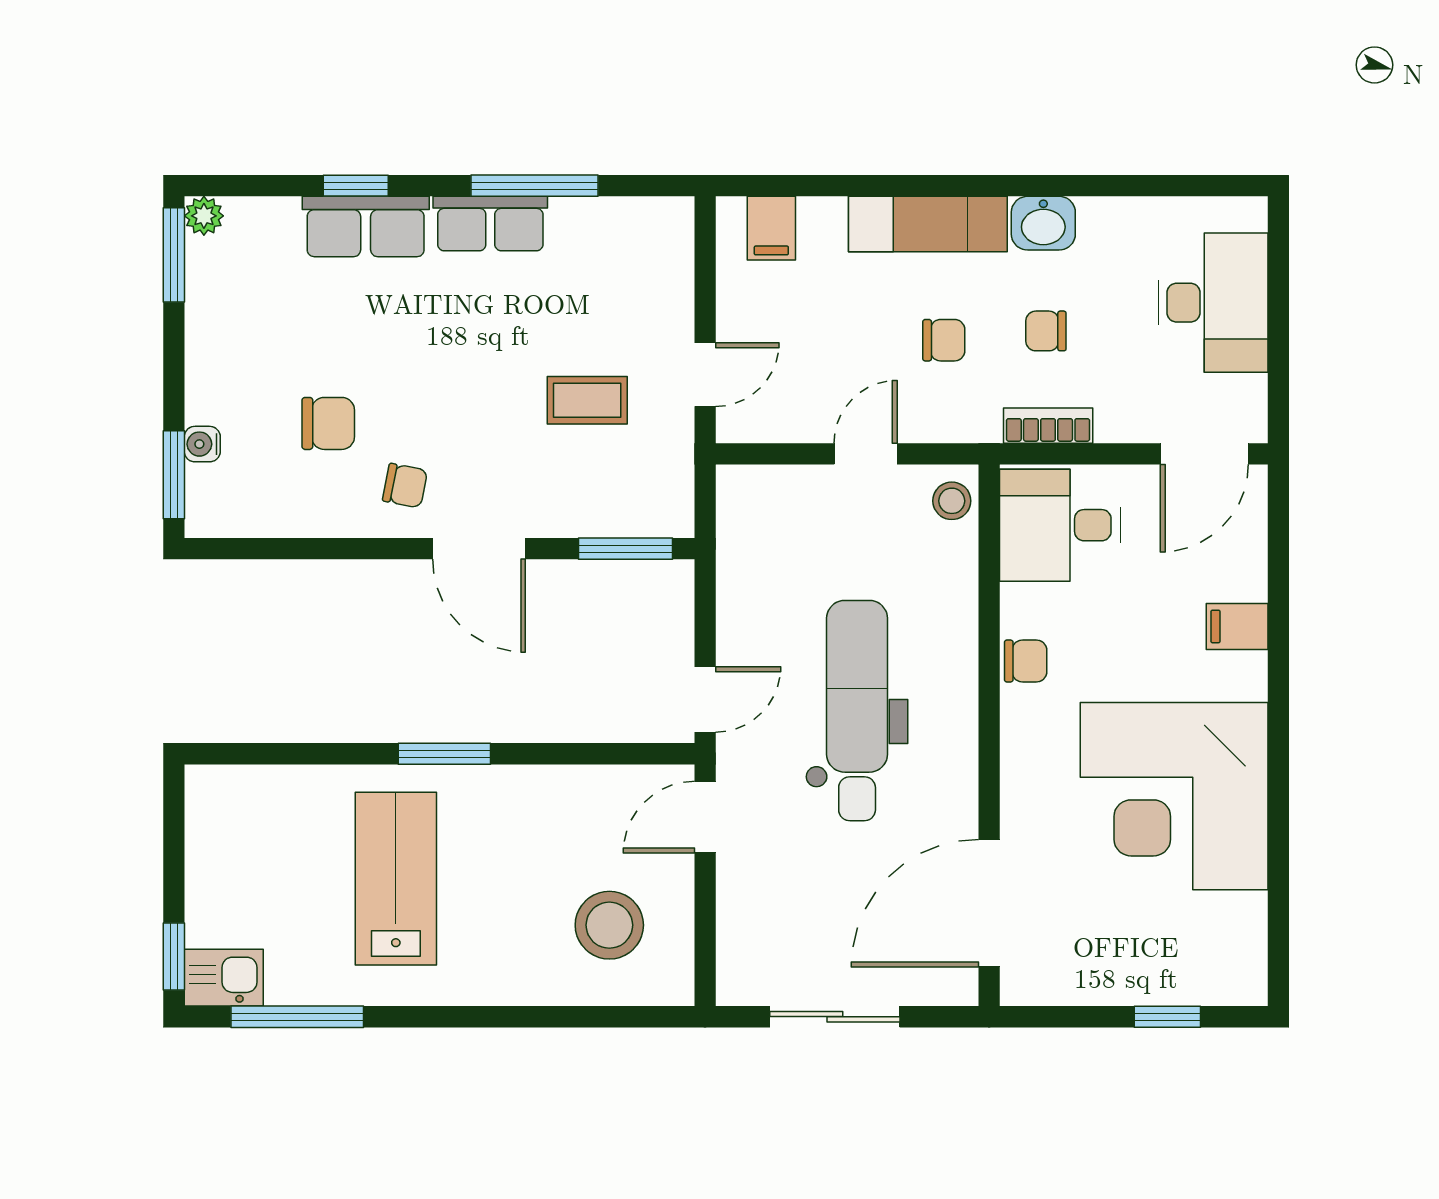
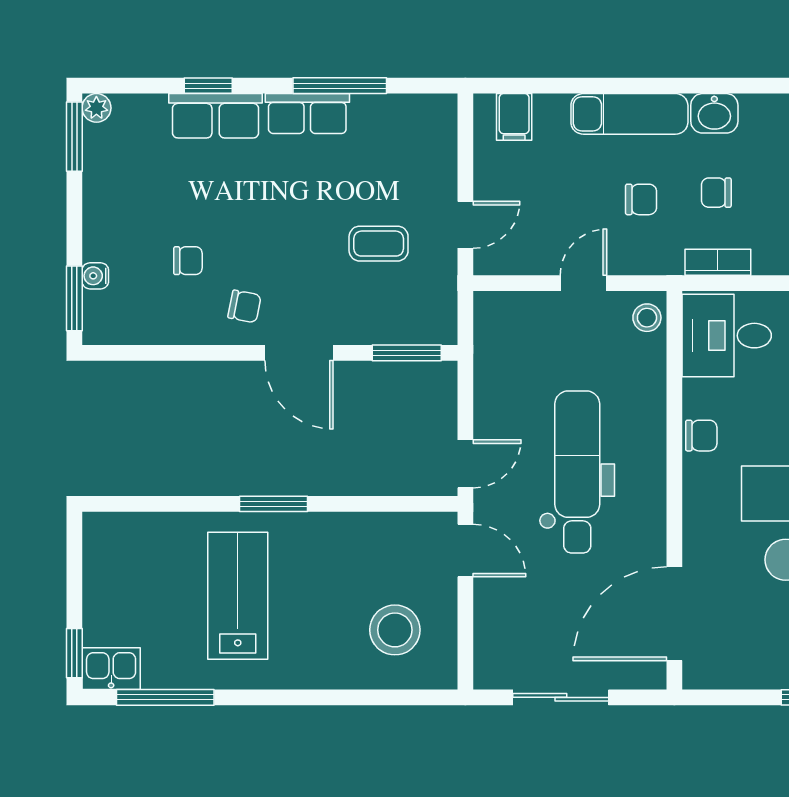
chair: (328, 423) -> (188, 261), width x0.73, depth x0.73
door: (705, 817) -> (465, 550), swing flipped

